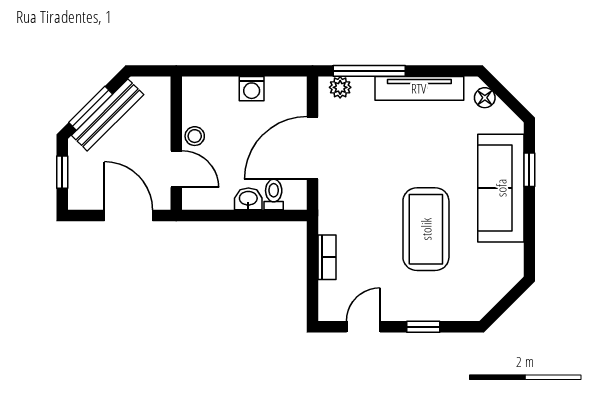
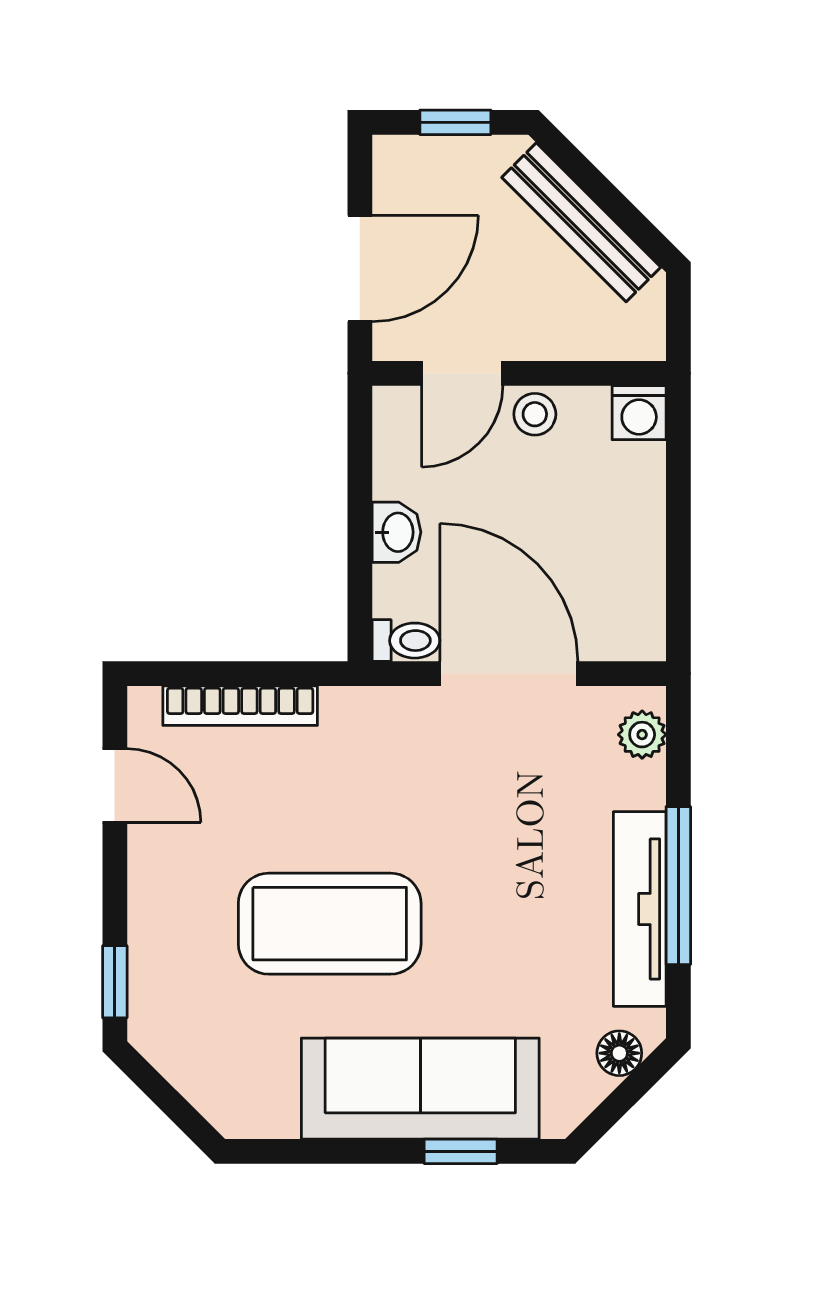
window: (369, 71) -> (678, 886), moved
washing machine: (252, 89) -> (639, 413), moved, turned -90
window: (91, 108) -> (596, 185), removed
toilet: (274, 195) -> (406, 641), moved
bookcase: (327, 257) -> (240, 706), width x1.56
window: (423, 327) -> (115, 982), moved

